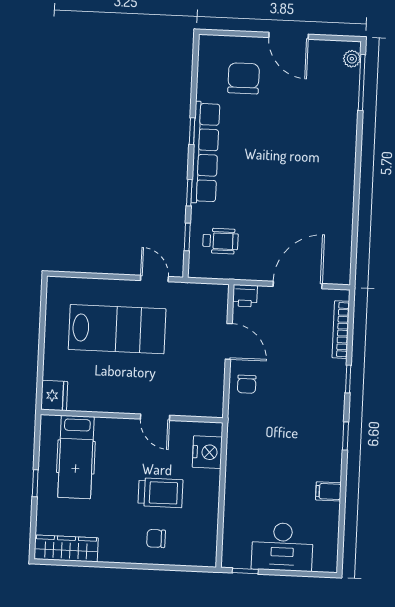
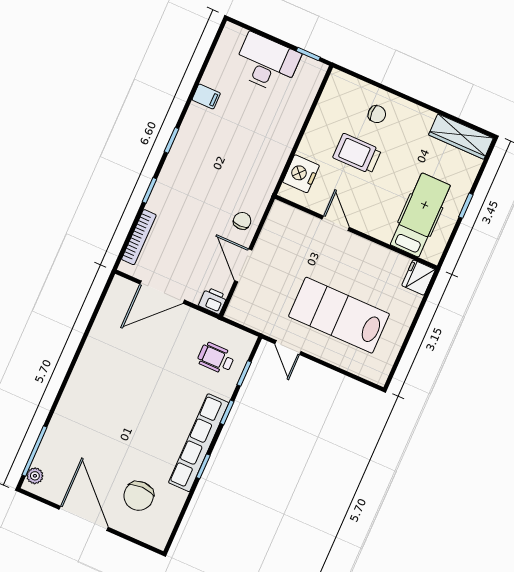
door: (289, 36) -> (84, 518), width x1.36

